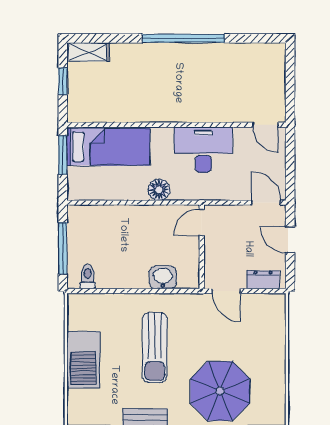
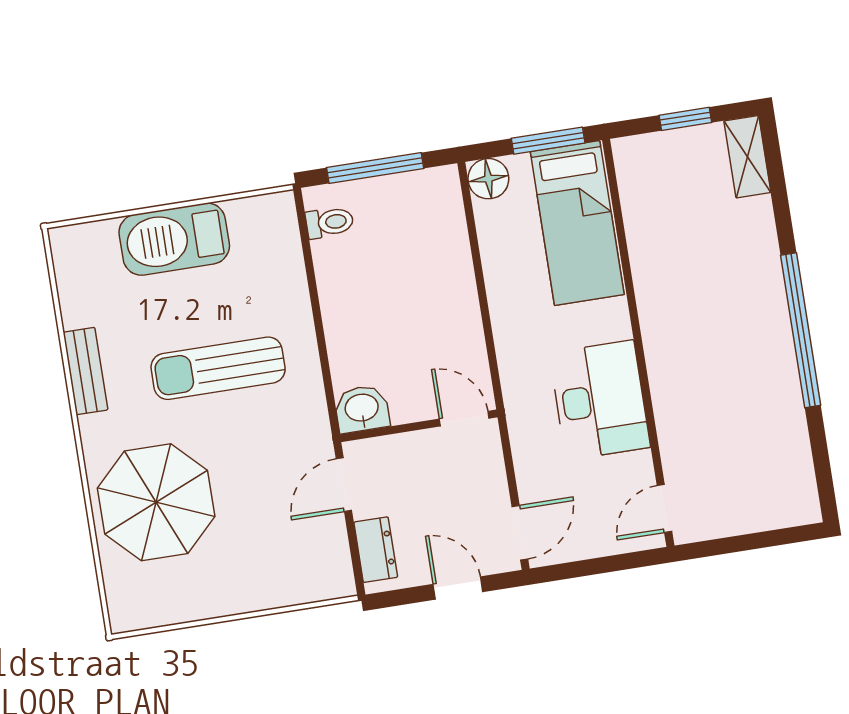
floor lamp: (159, 190) -> (488, 179), moved
door: (290, 240) -> (458, 588), hinge flipped
washbasin: (163, 277) -> (362, 409), moved, turned -90

